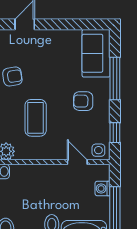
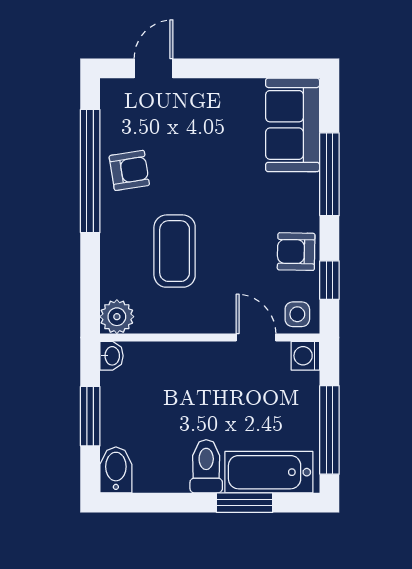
armchair: (83, 101) -> (296, 252), moved
washing machine: (103, 188) -> (305, 356), moved

